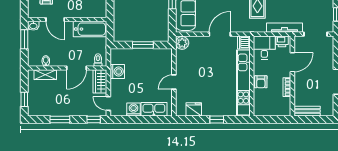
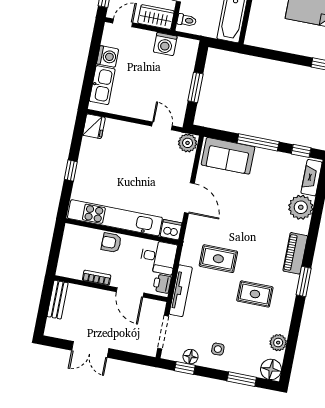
floor lamp: (328, 12) -> (190, 357), added
door: (174, 82) -> (162, 126), moved
fridge: (194, 109) -> (94, 126), moved

